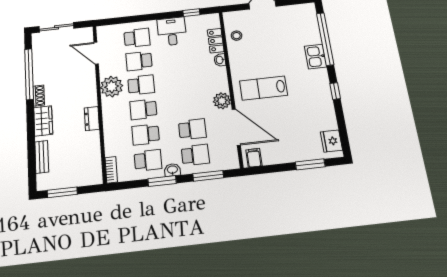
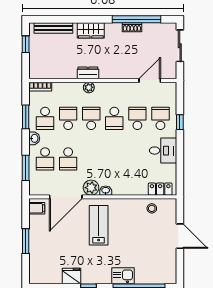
window: (191, 13) -> (180, 122), moved
school desk: (137, 38) -> (160, 118), turned 180
locker: (216, 41) -> (160, 189), moved
washbasin: (220, 60) -> (106, 191), moved
plant: (112, 87) -> (89, 87), moved, width x0.53, depth x0.53
shoe rack: (39, 96) -> (132, 27), moved
fridge: (331, 141) -> (72, 276), moved
bench: (42, 157) -> (53, 28), width x1.36
window: (310, 164) -> (26, 241), moved
window: (162, 181) -> (26, 117), moved
window: (62, 192) -> (26, 44), width x0.67

